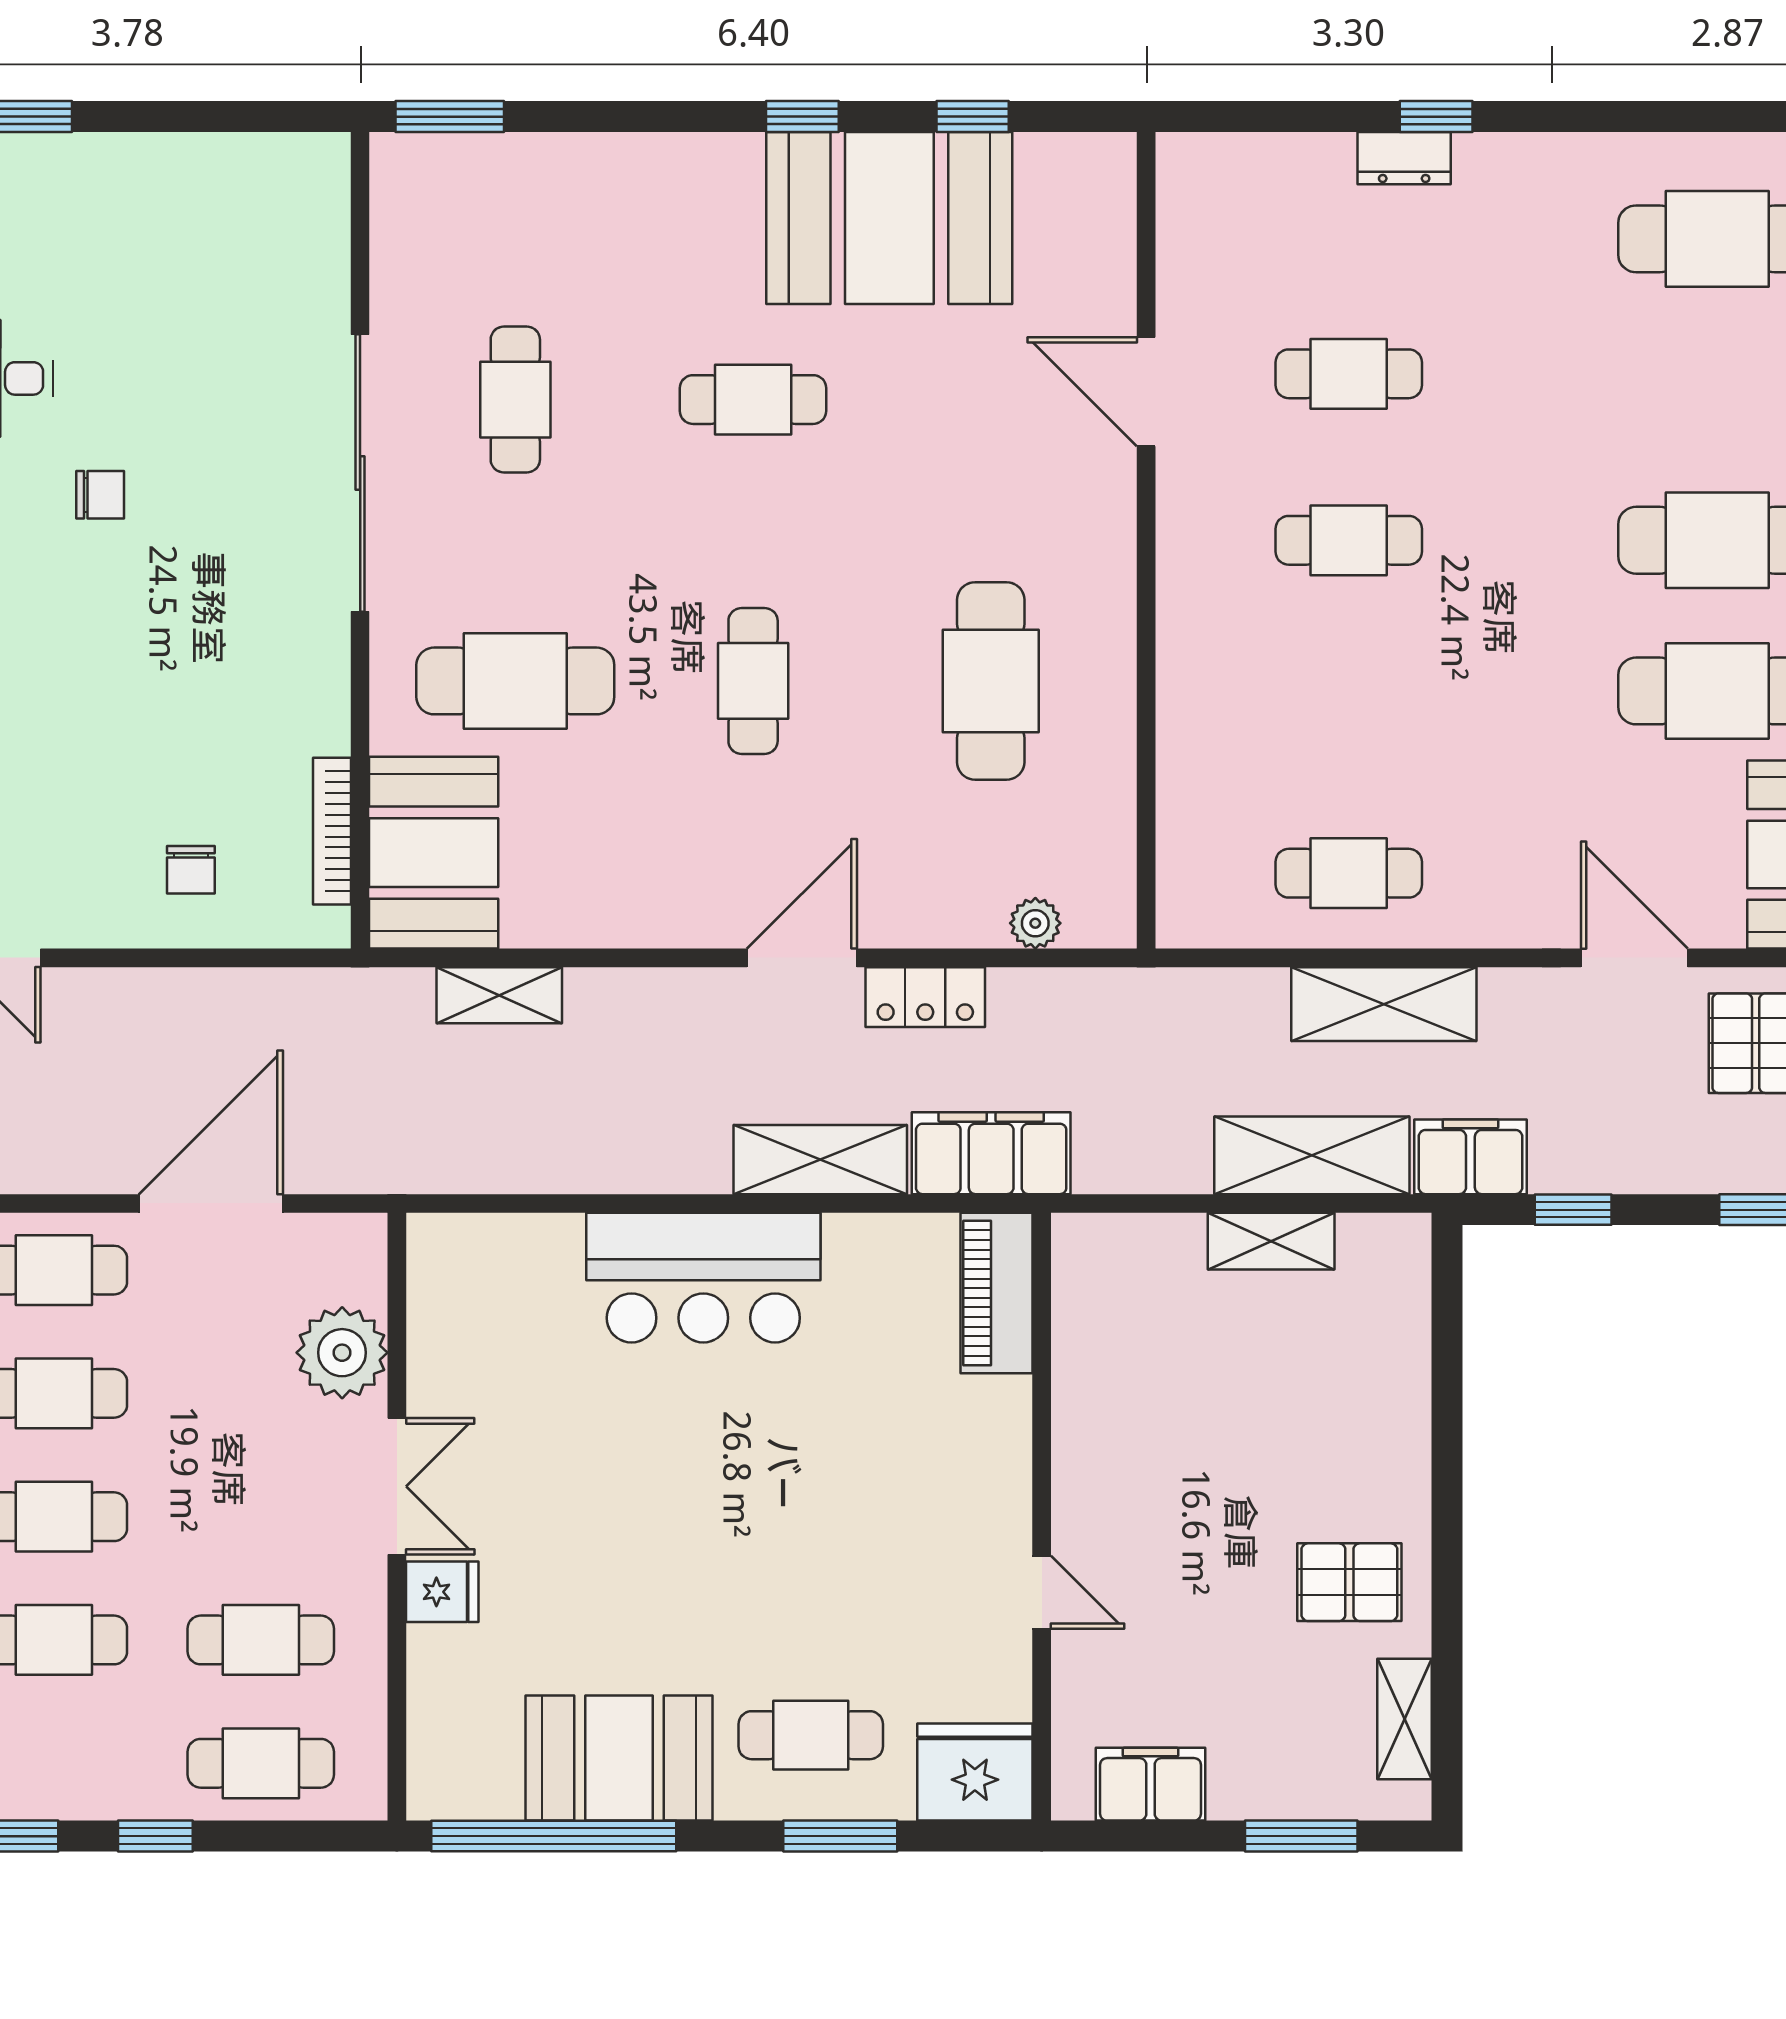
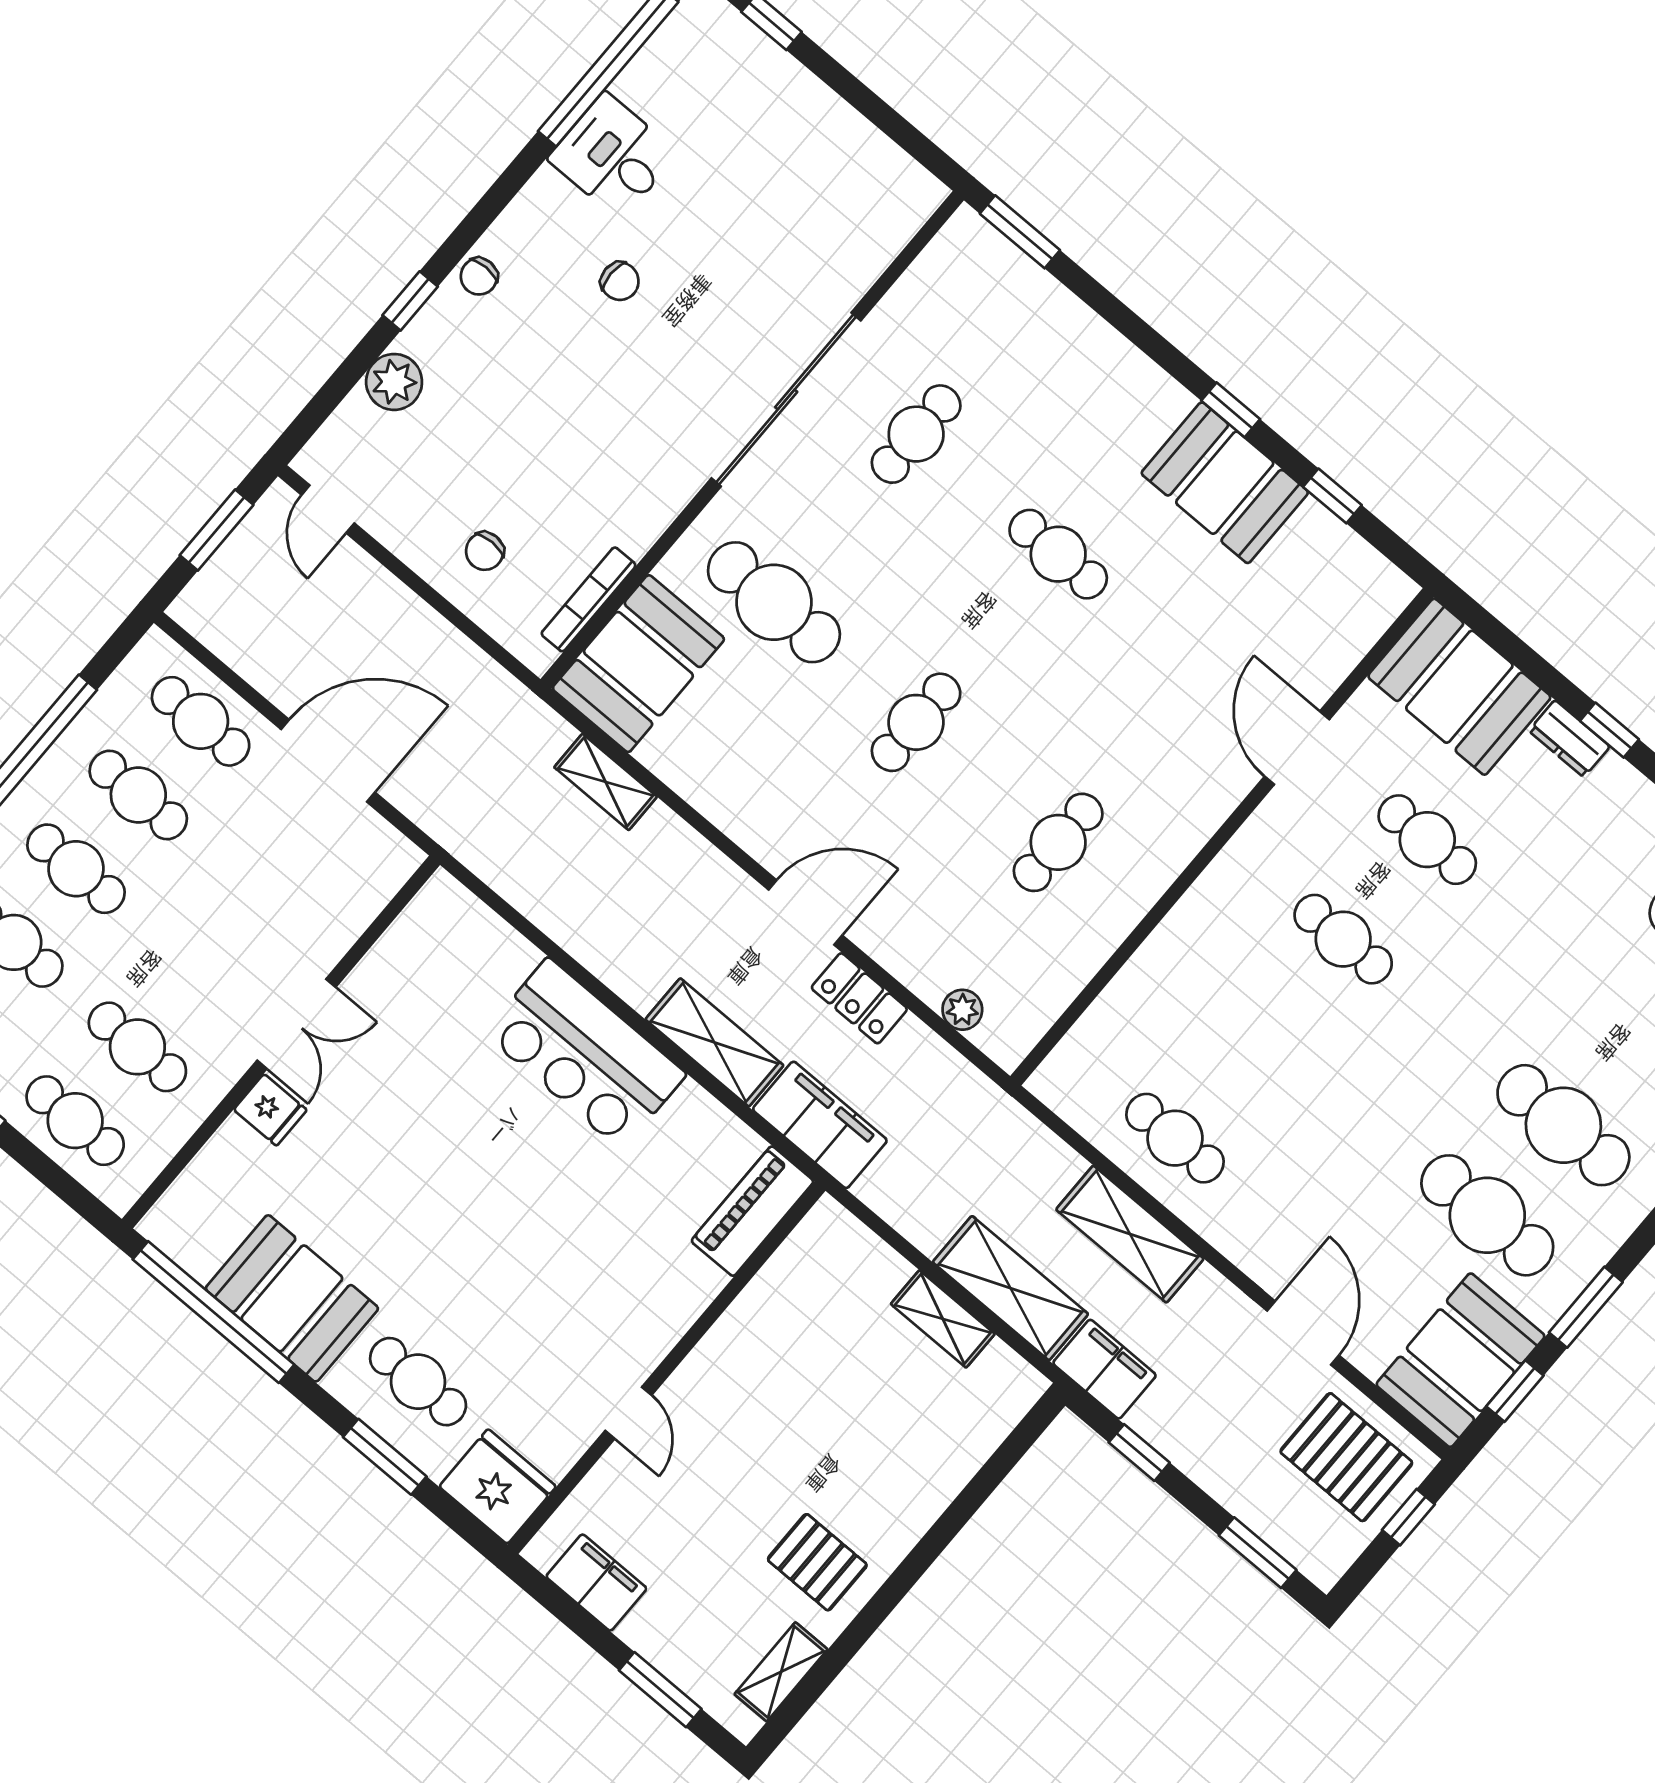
booth: (1254, 198) -> (1459, 687), added
booth: (889, 218) -> (1225, 483), width x0.73, depth x0.70
cafe table: (991, 681) -> (1058, 842), width x0.73, depth x0.74
plant: (342, 1353) -> (331, 916), removed

